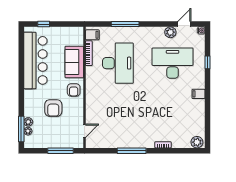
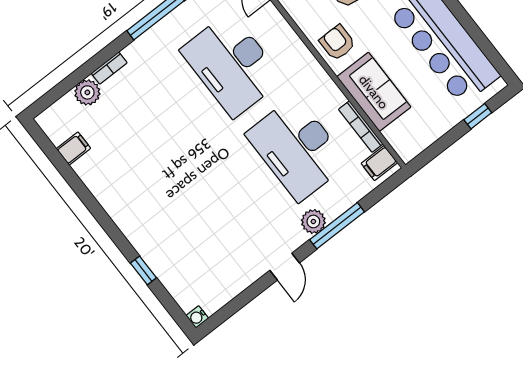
door: (184, 24) -> (285, 267), moved
plant: (170, 32) -> (313, 221), moved
desk: (173, 63) -> (232, 65), moved, turned 90
filing cabinet: (198, 94) -> (73, 148), moved
plant: (197, 142) -> (87, 92), moved

